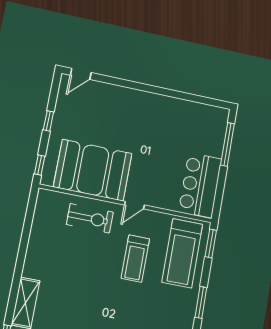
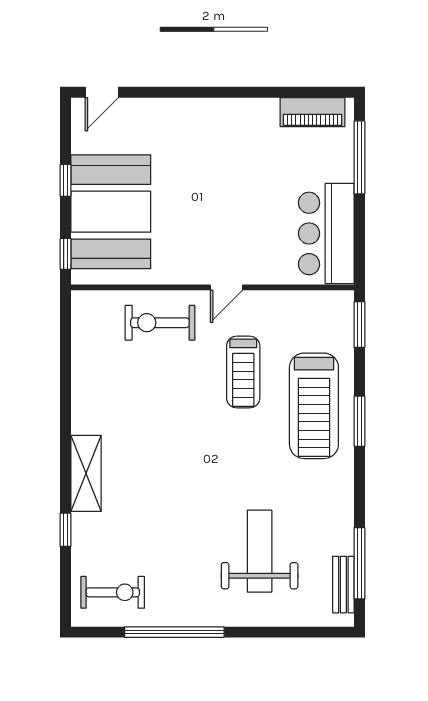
piano: (204, 112) -> (313, 112), added
booth: (93, 170) -> (111, 212), moved, turned 90
exercise bike: (90, 218) -> (160, 323), turned 180
treadmill: (182, 253) -> (314, 406), moved

